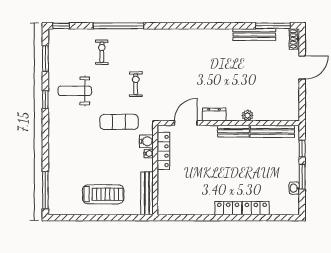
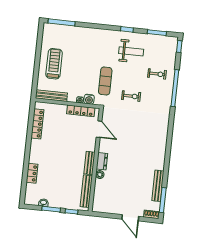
weight bench: (75, 91) -> (131, 51), turned 90
dresser: (214, 114) -> (102, 161), moved
treadmill: (103, 194) -> (54, 64), turned 180
locker: (228, 208) -> (37, 124), moved, width x1.53

